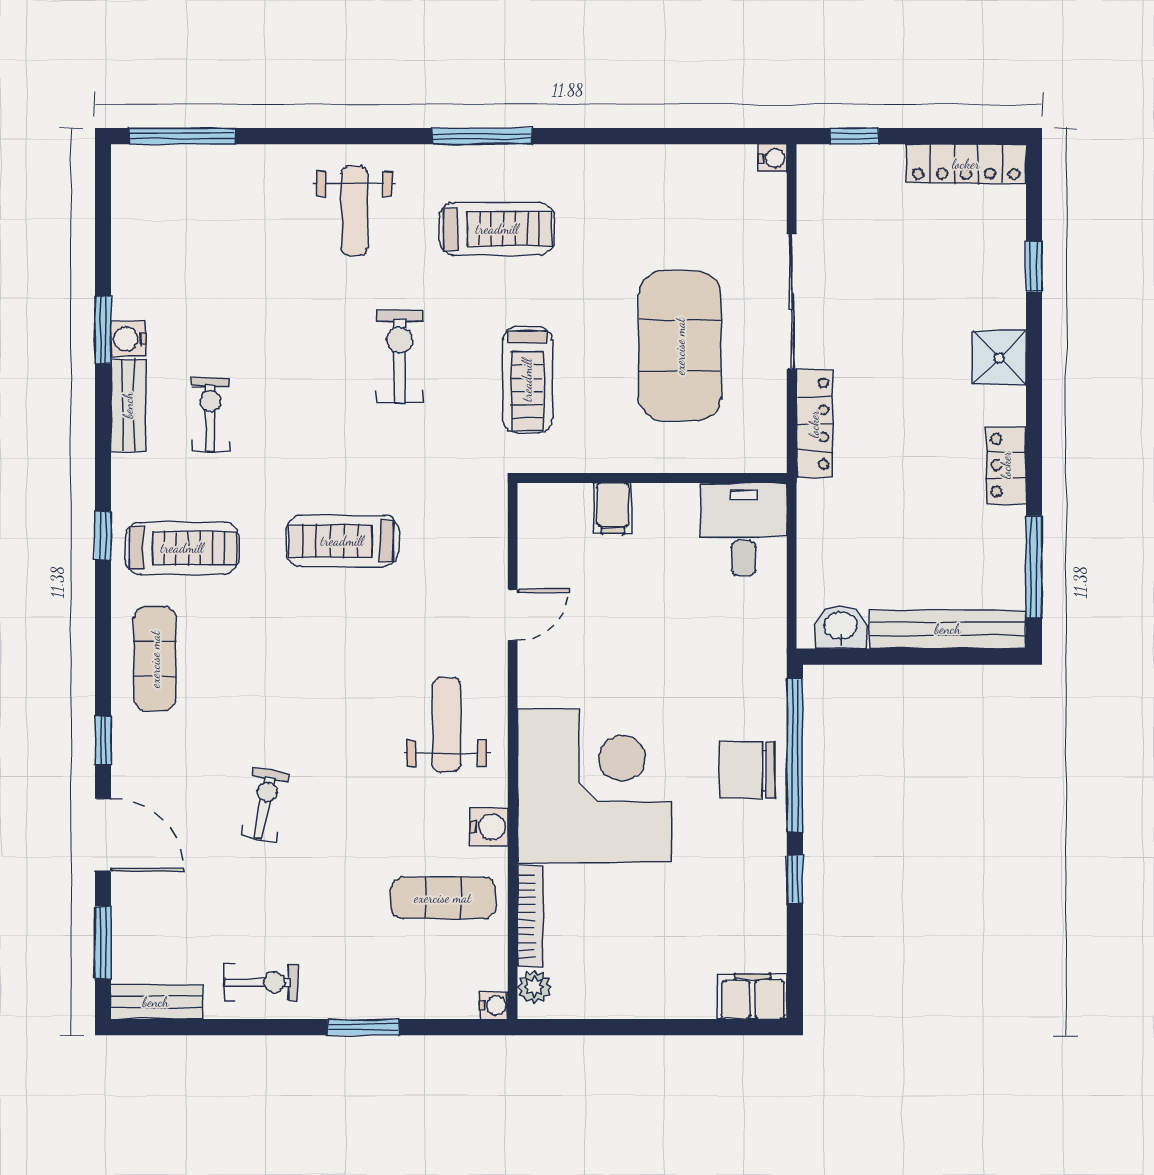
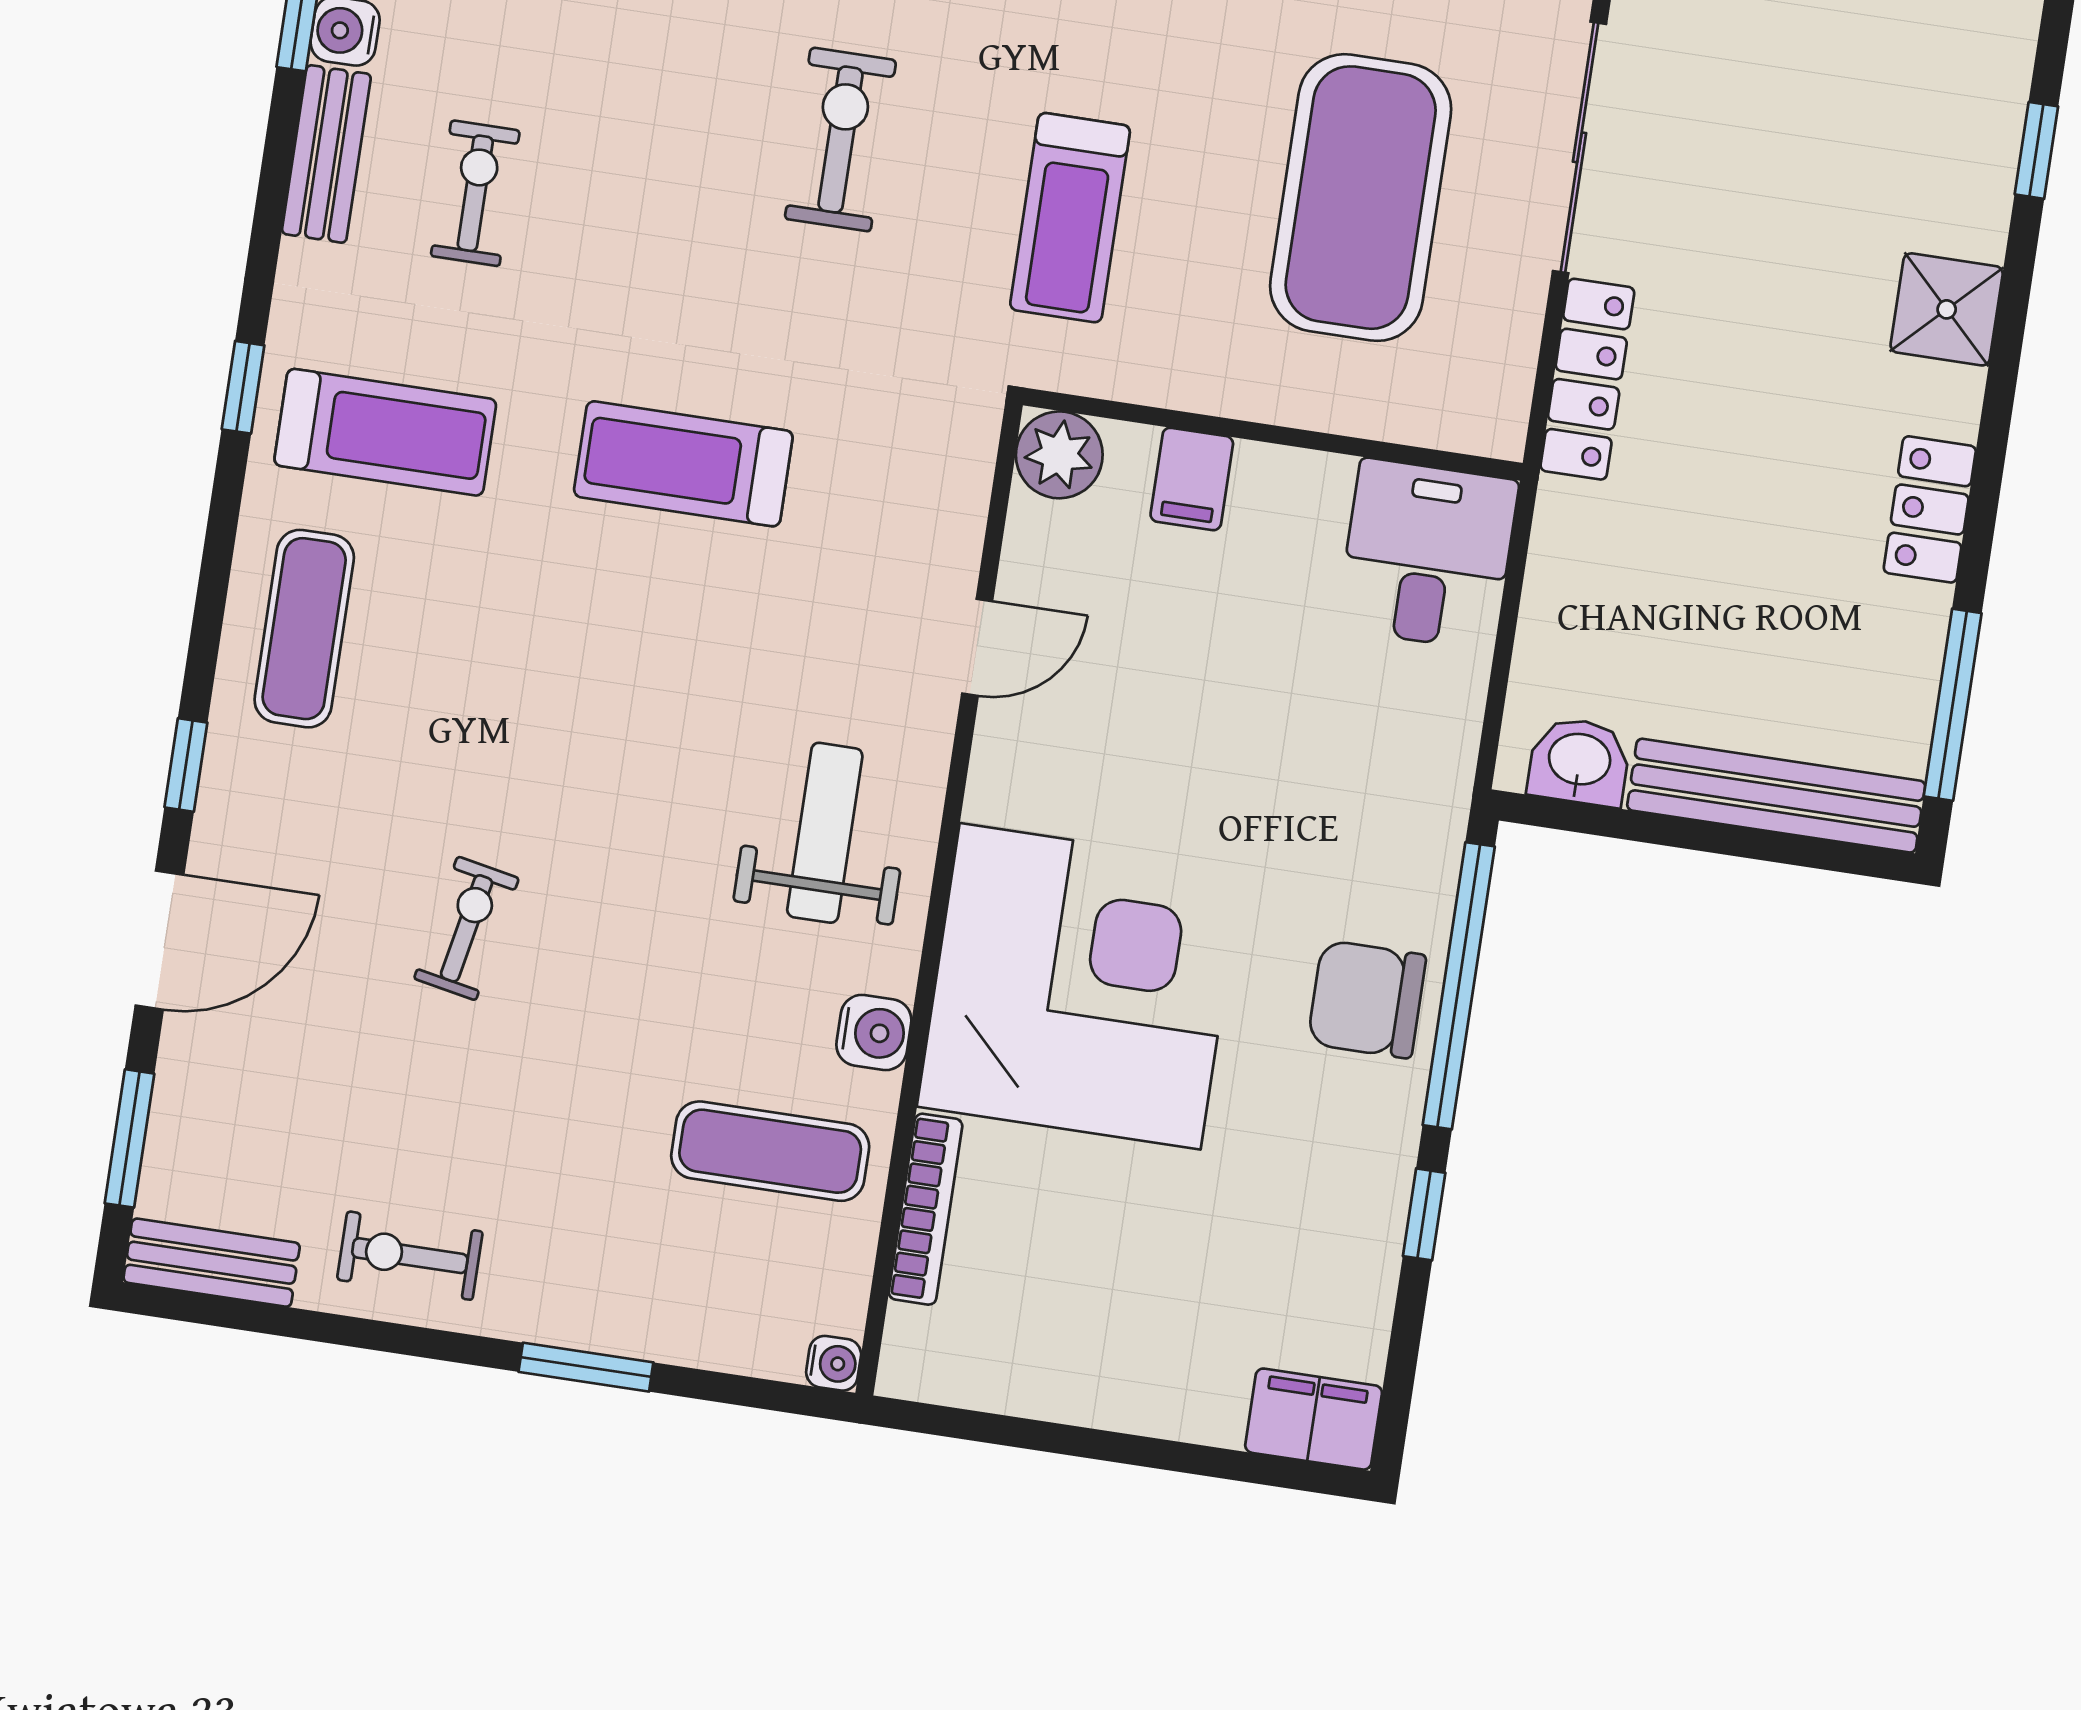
door: (103, 835) -> (159, 940), hinge flipped
exercise bike: (261, 982) -> (410, 1256), turned 180
plant: (534, 987) -> (1059, 455), moved, width x1.38, depth x1.38

